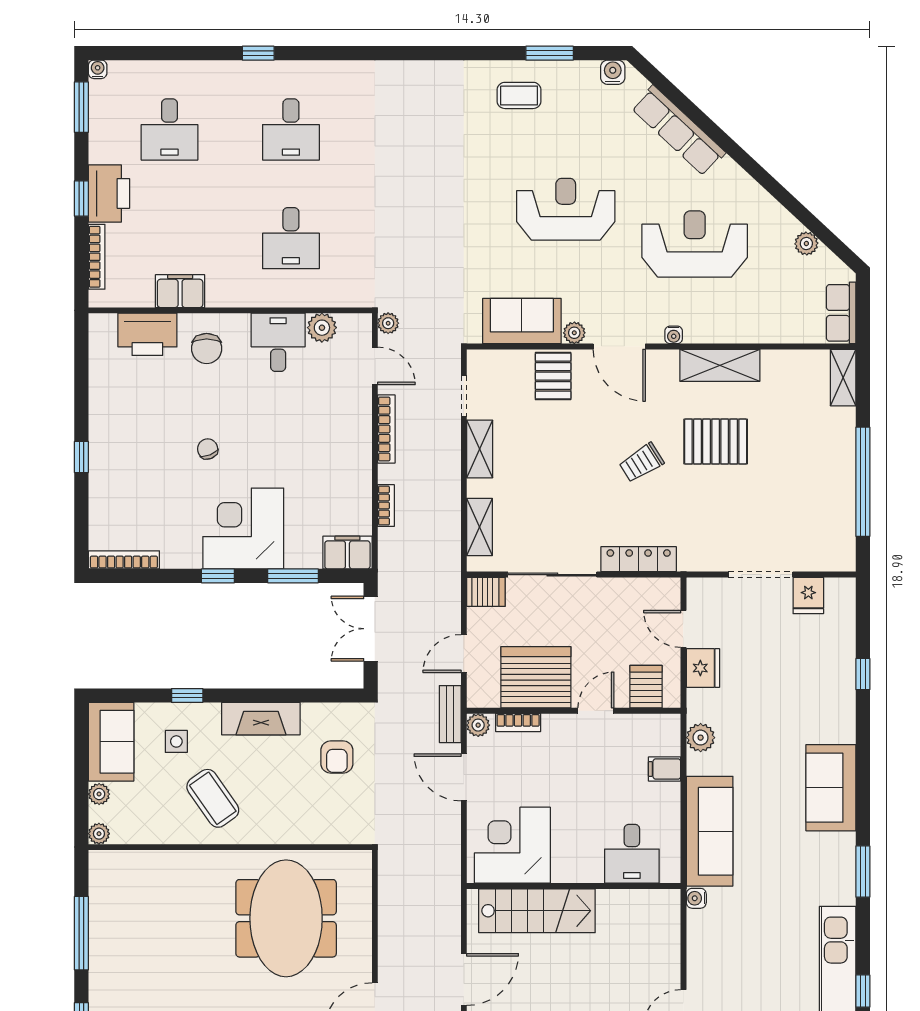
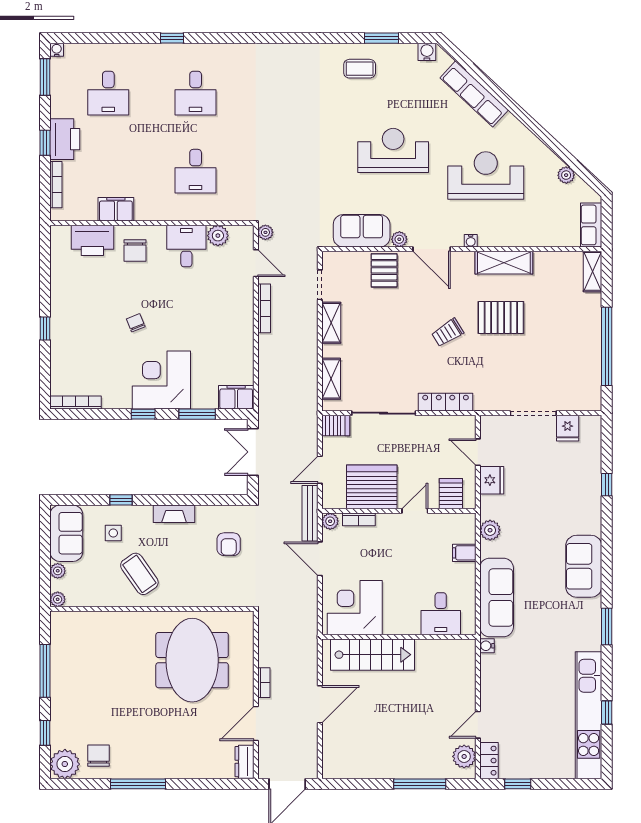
bookcase: (386, 506) -> (264, 683), moved
bench: (450, 714) -> (310, 513), width x1.36
fireplace: (261, 719) -> (174, 514), width x0.73, depth x0.76

